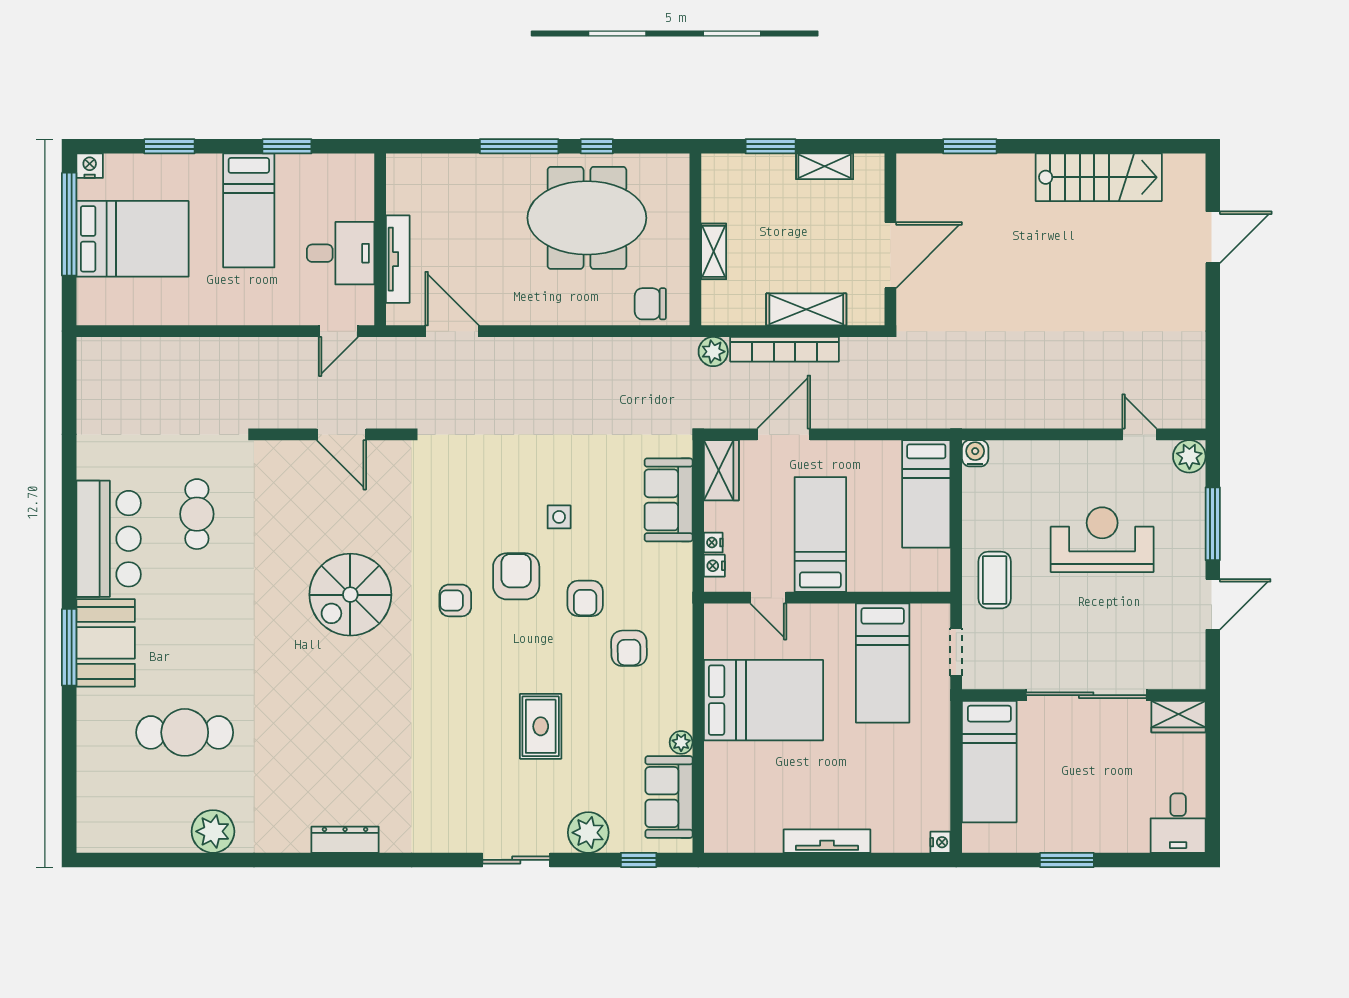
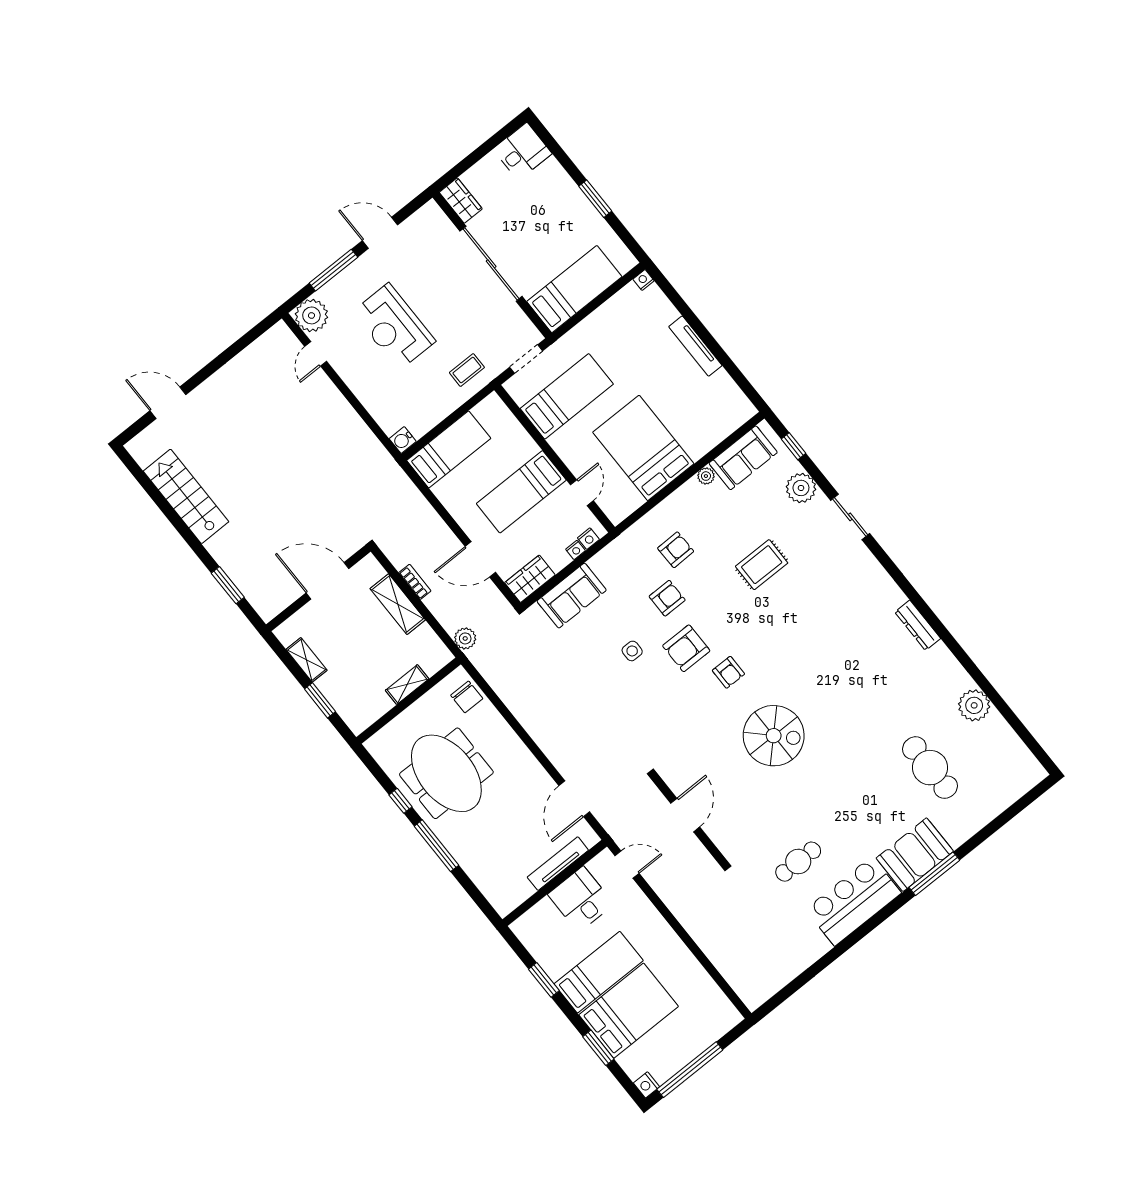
bed: (132, 239) -> (629, 1011), moved, turned 90
bookcase: (785, 349) -> (415, 582), width x0.43, depth x0.76
plant: (1189, 456) -> (311, 315), width x1.36, depth x1.36
coffee table: (995, 580) -> (467, 370), width x0.73, depth x0.77

